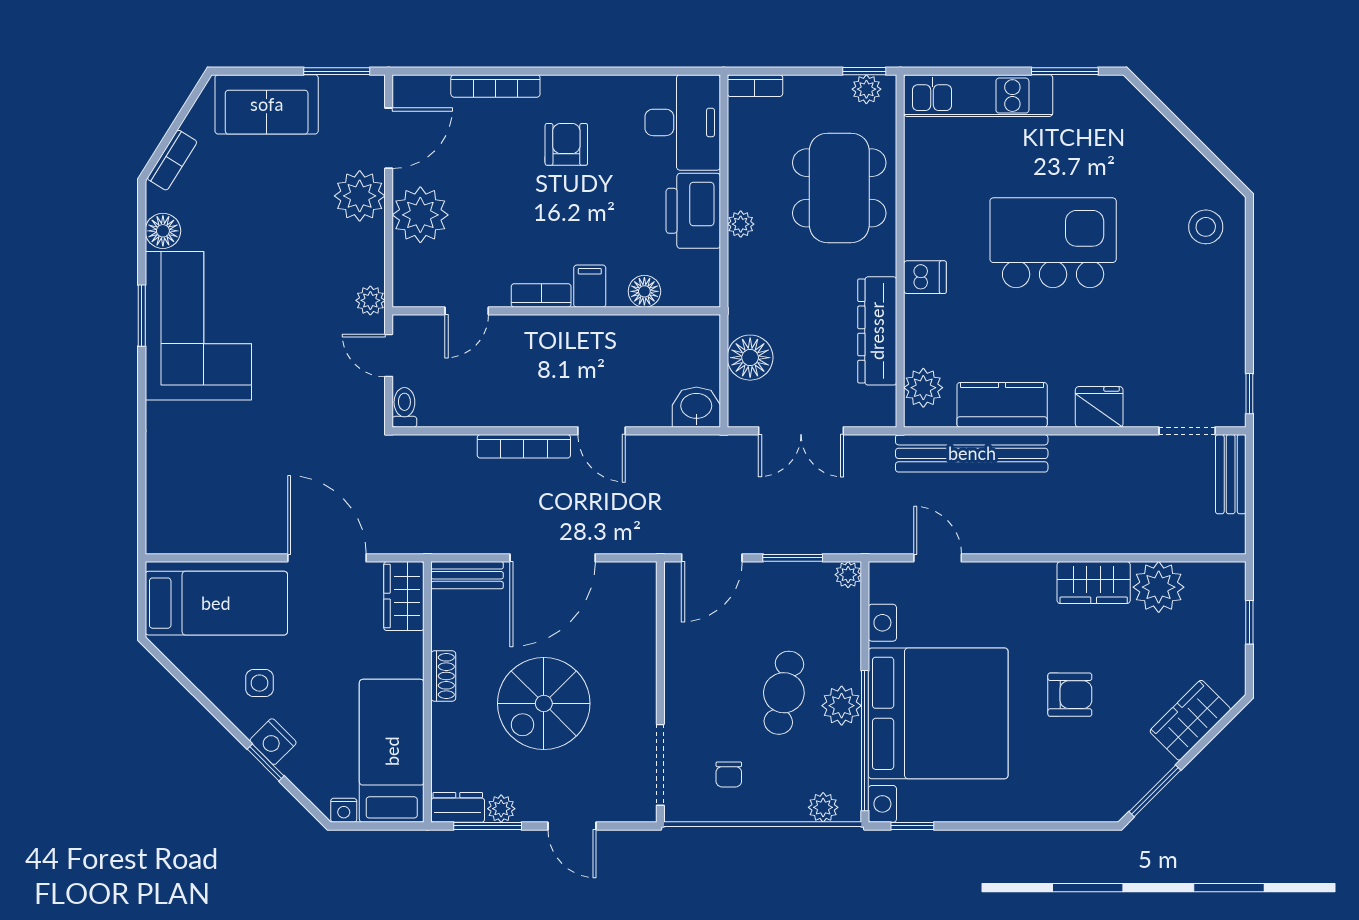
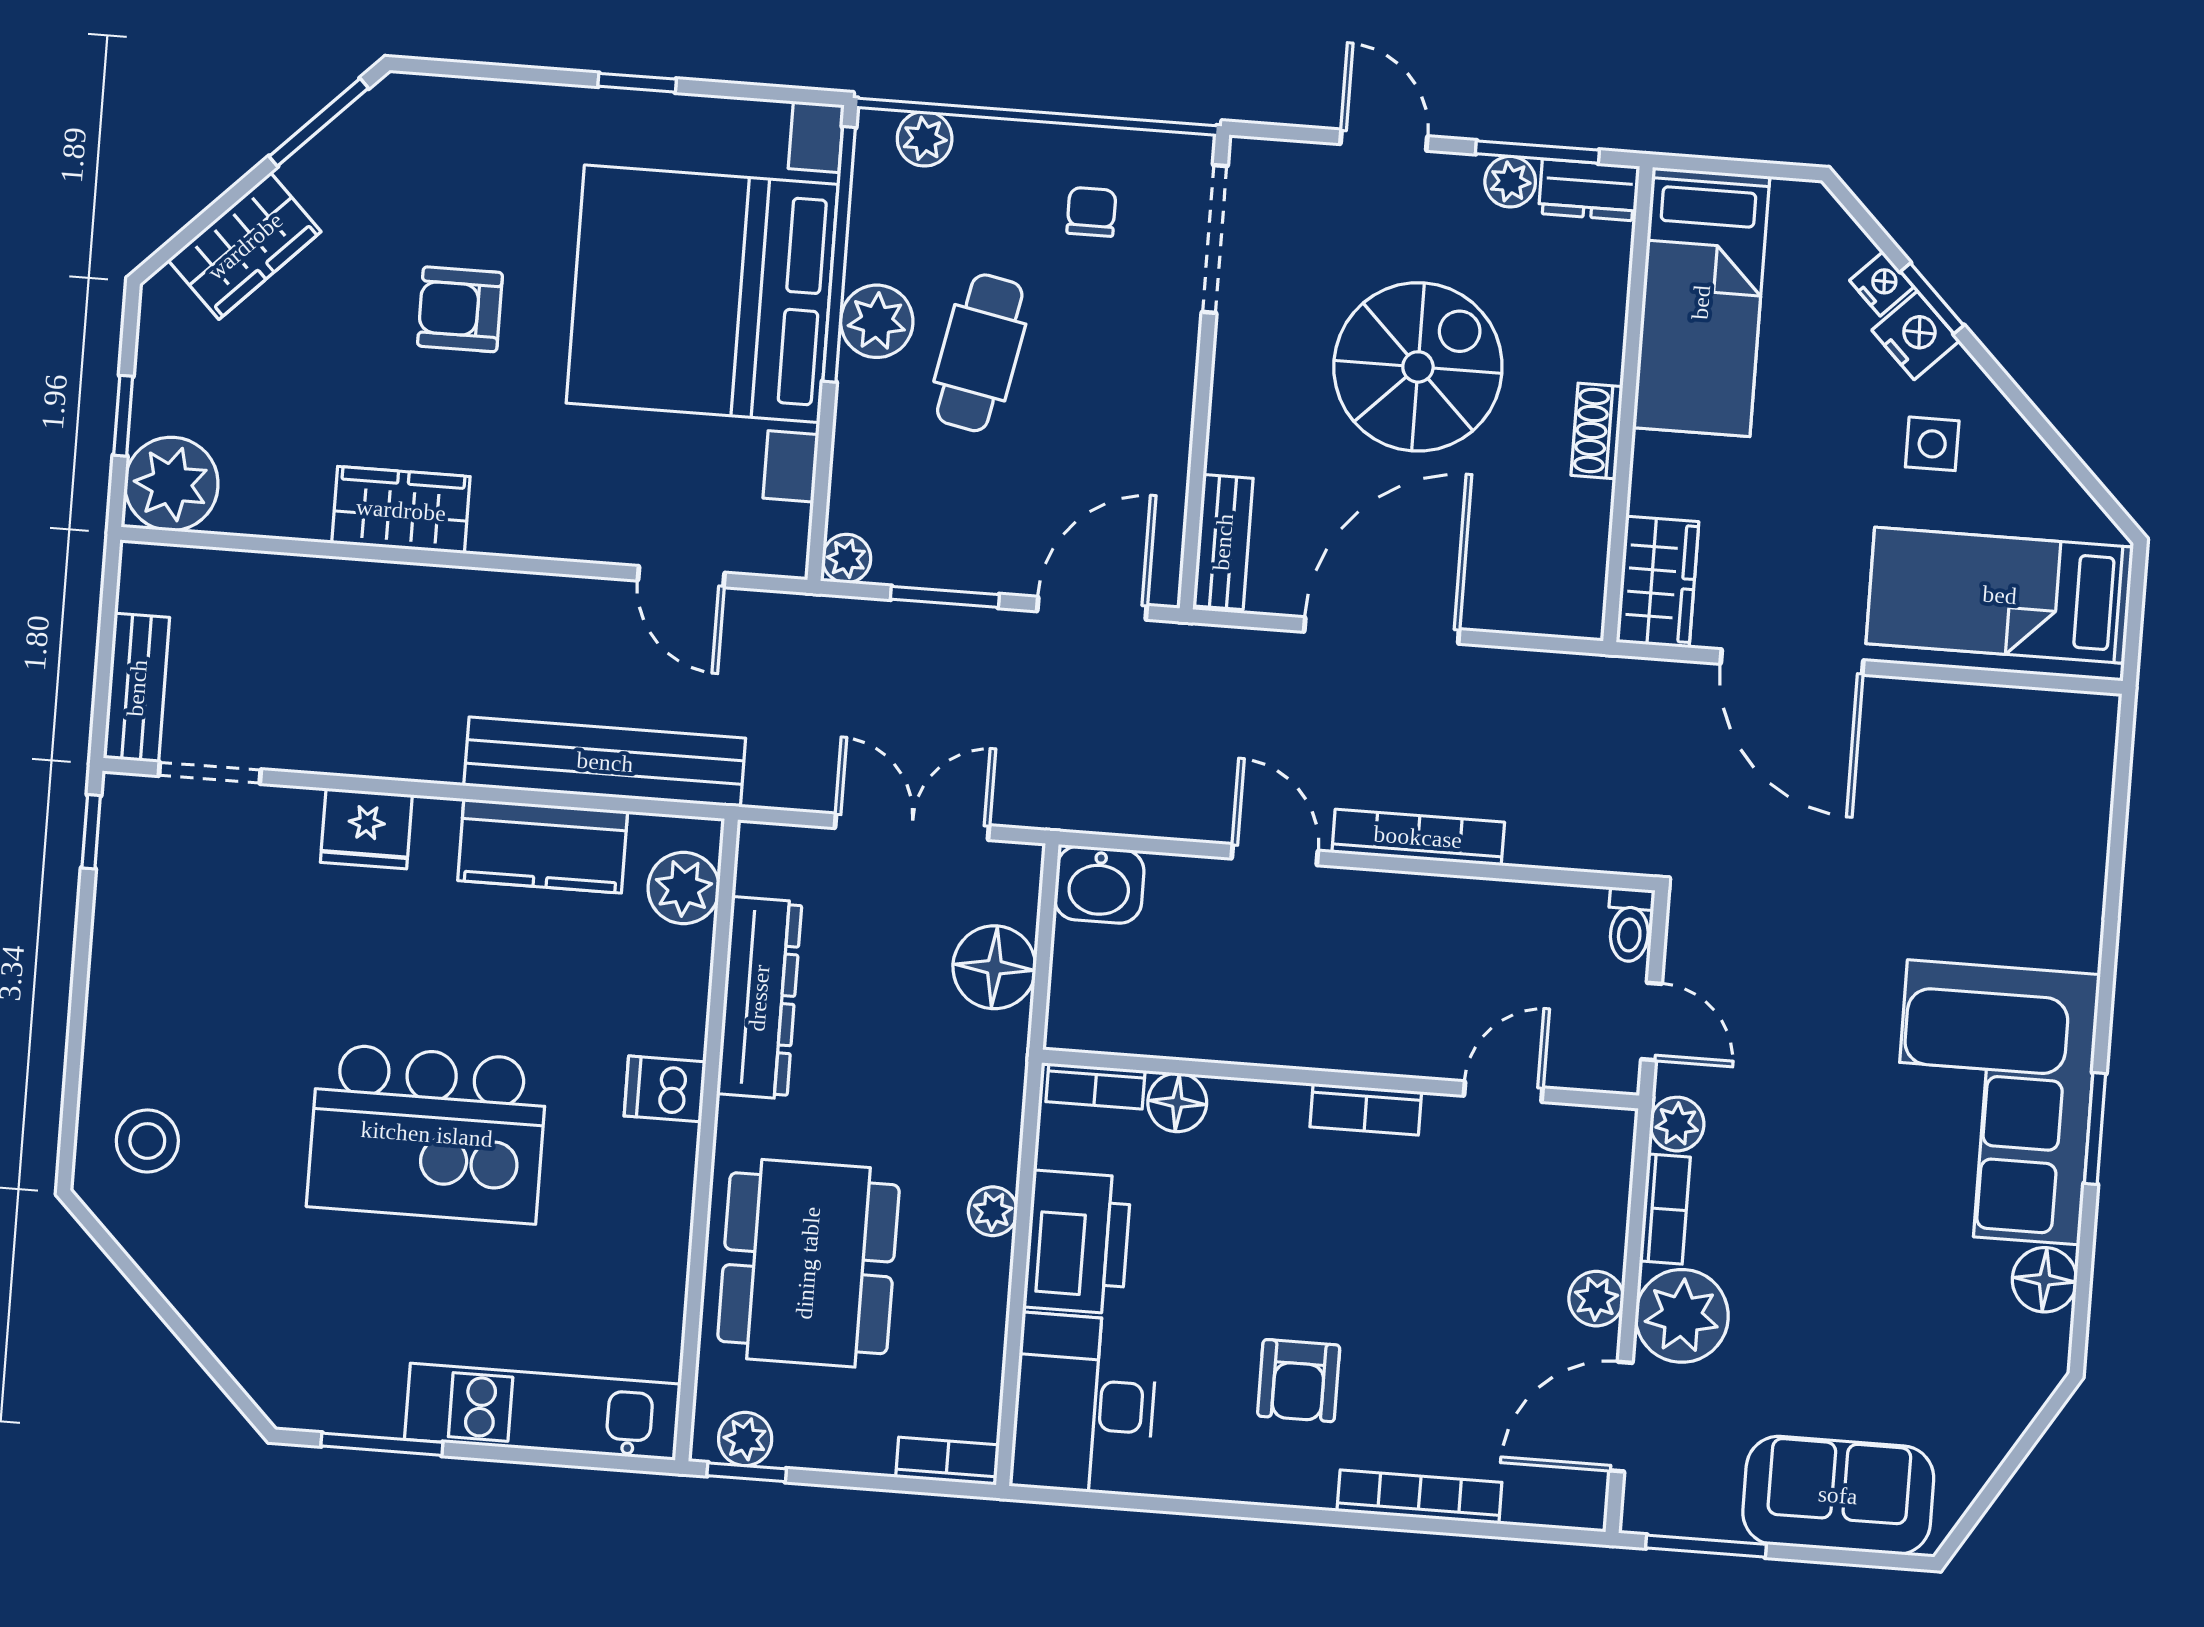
bookcase: (172, 160) -> (1665, 1209), moved, turned 148
plant: (420, 215) -> (1596, 1299), width x0.53, depth x0.53
filing cabinet: (590, 286) -> (1276, 1119), removed
bookcase: (690, 297) -> (1095, 1086), added
bench: (467, 575) -> (1223, 542), moved, turned 90
plant: (1159, 587) -> (171, 484), moved
nightstand: (344, 810) -> (1882, 284), moved, turned 45
window: (912, 826) -> (637, 83), moved

